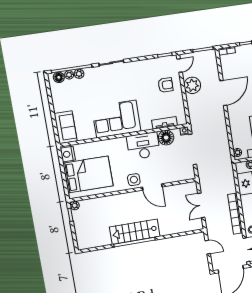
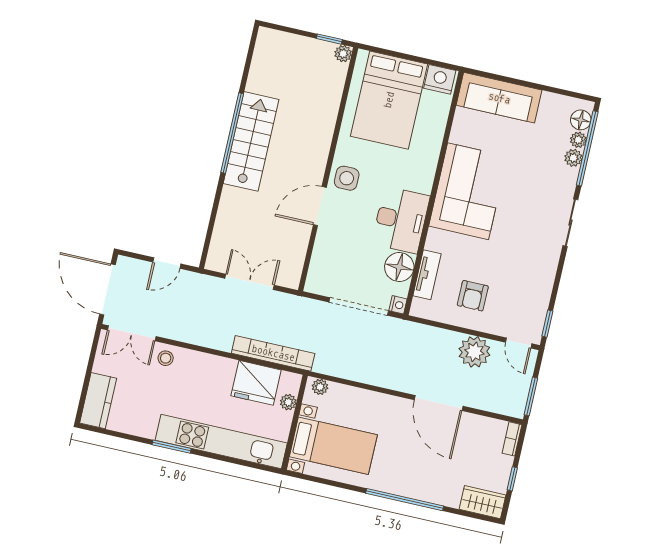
armchair: (166, 85) -> (473, 296), moved
sofa: (66, 127) -> (499, 98), width x1.36
bookcase: (235, 214) -> (273, 353), moved

